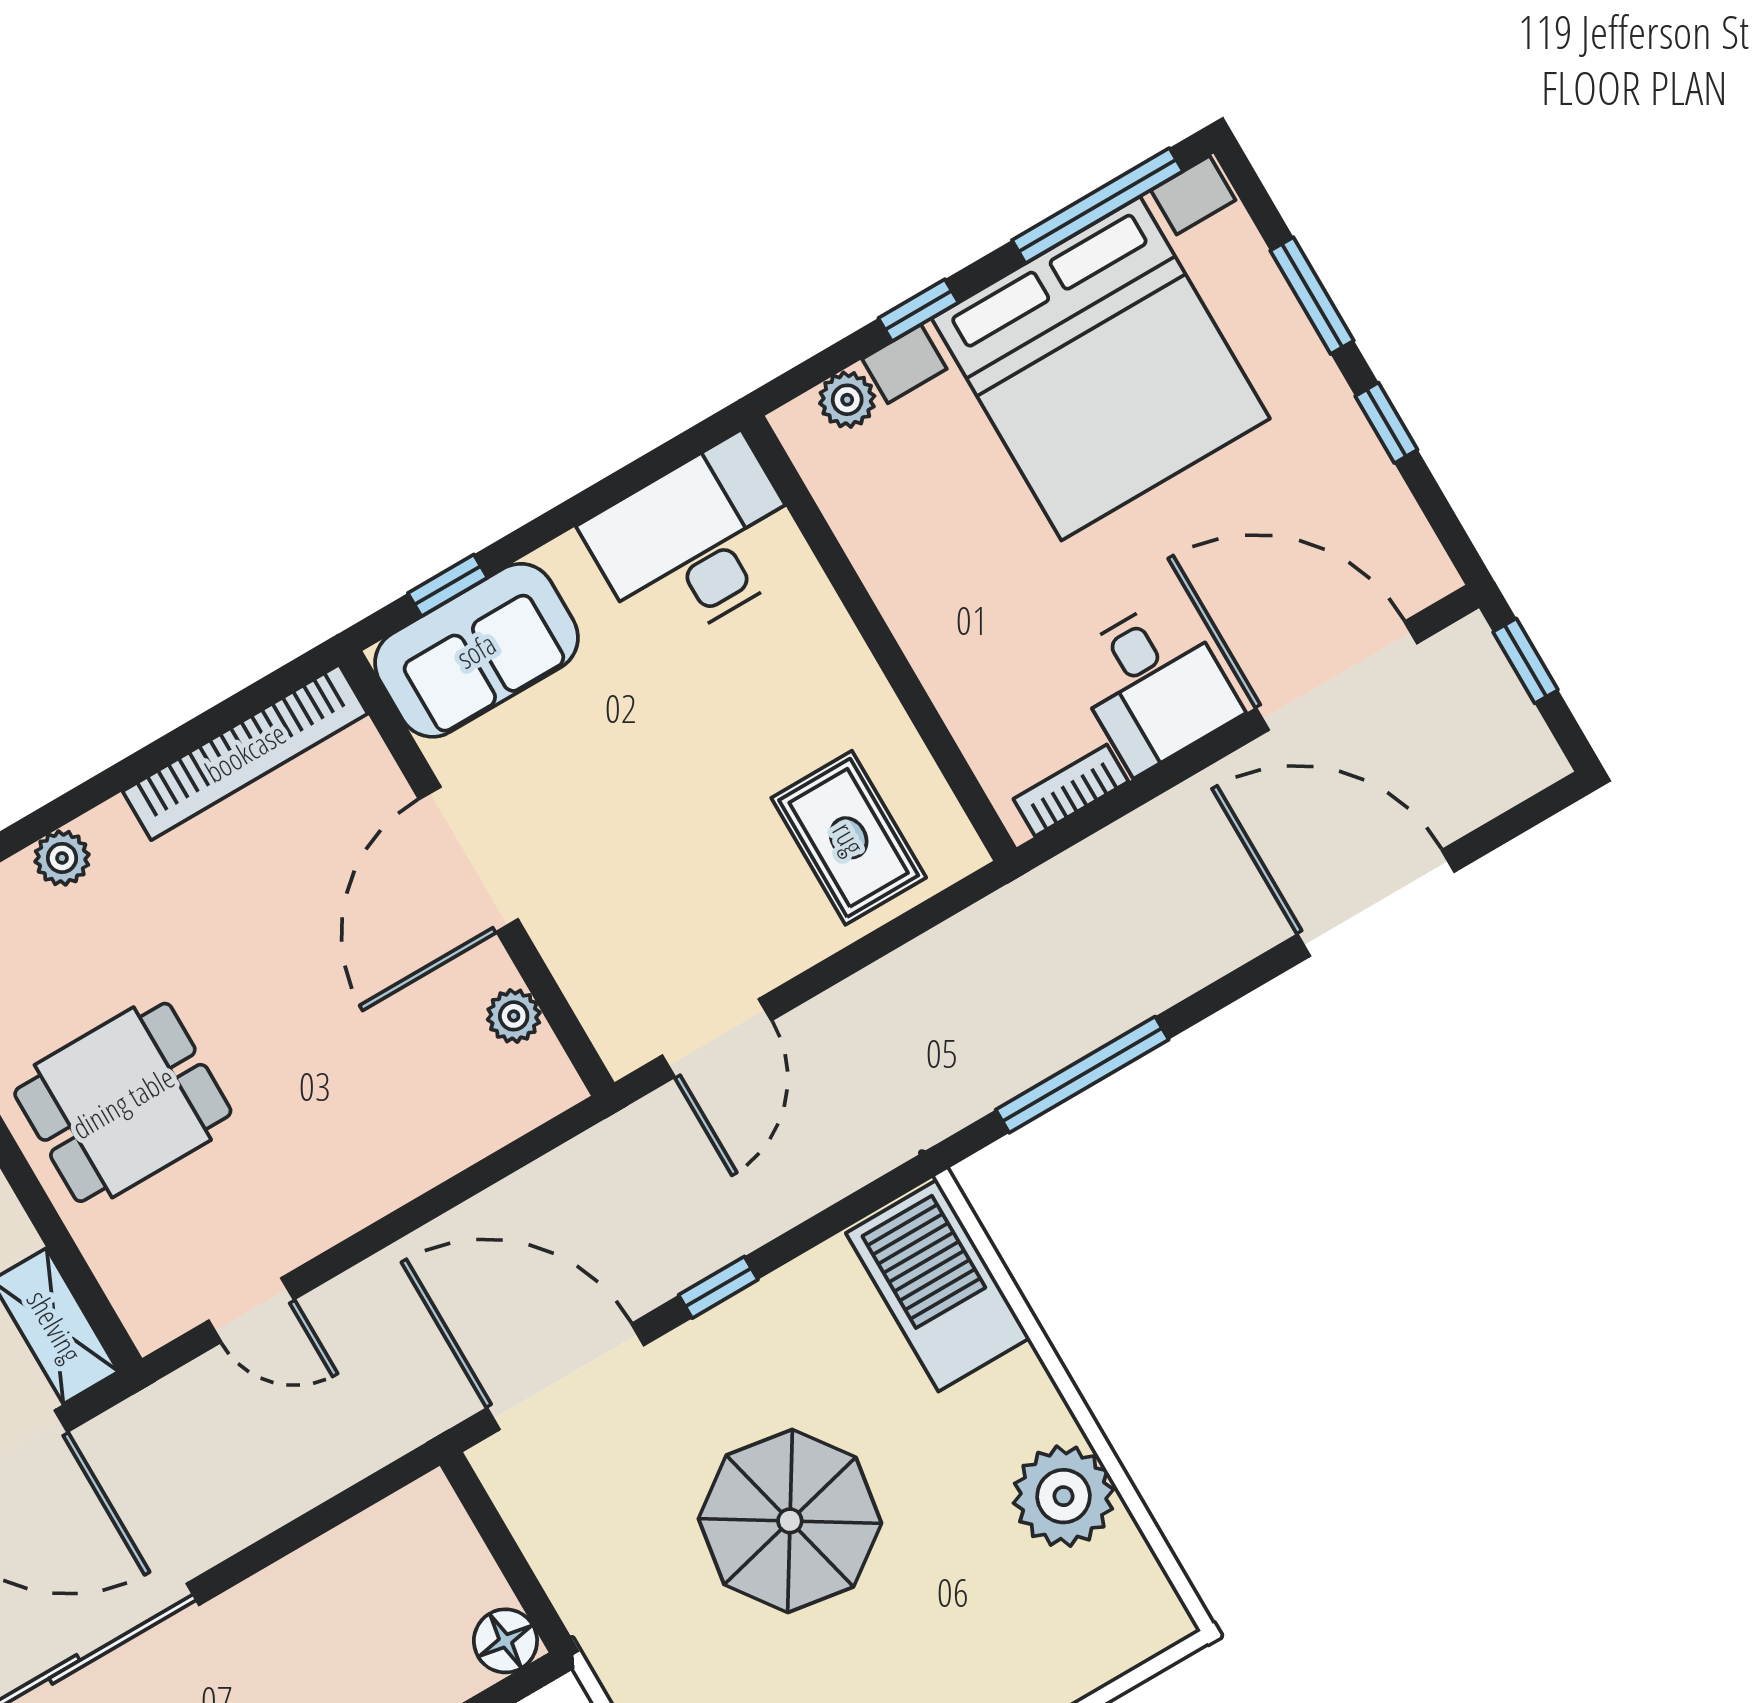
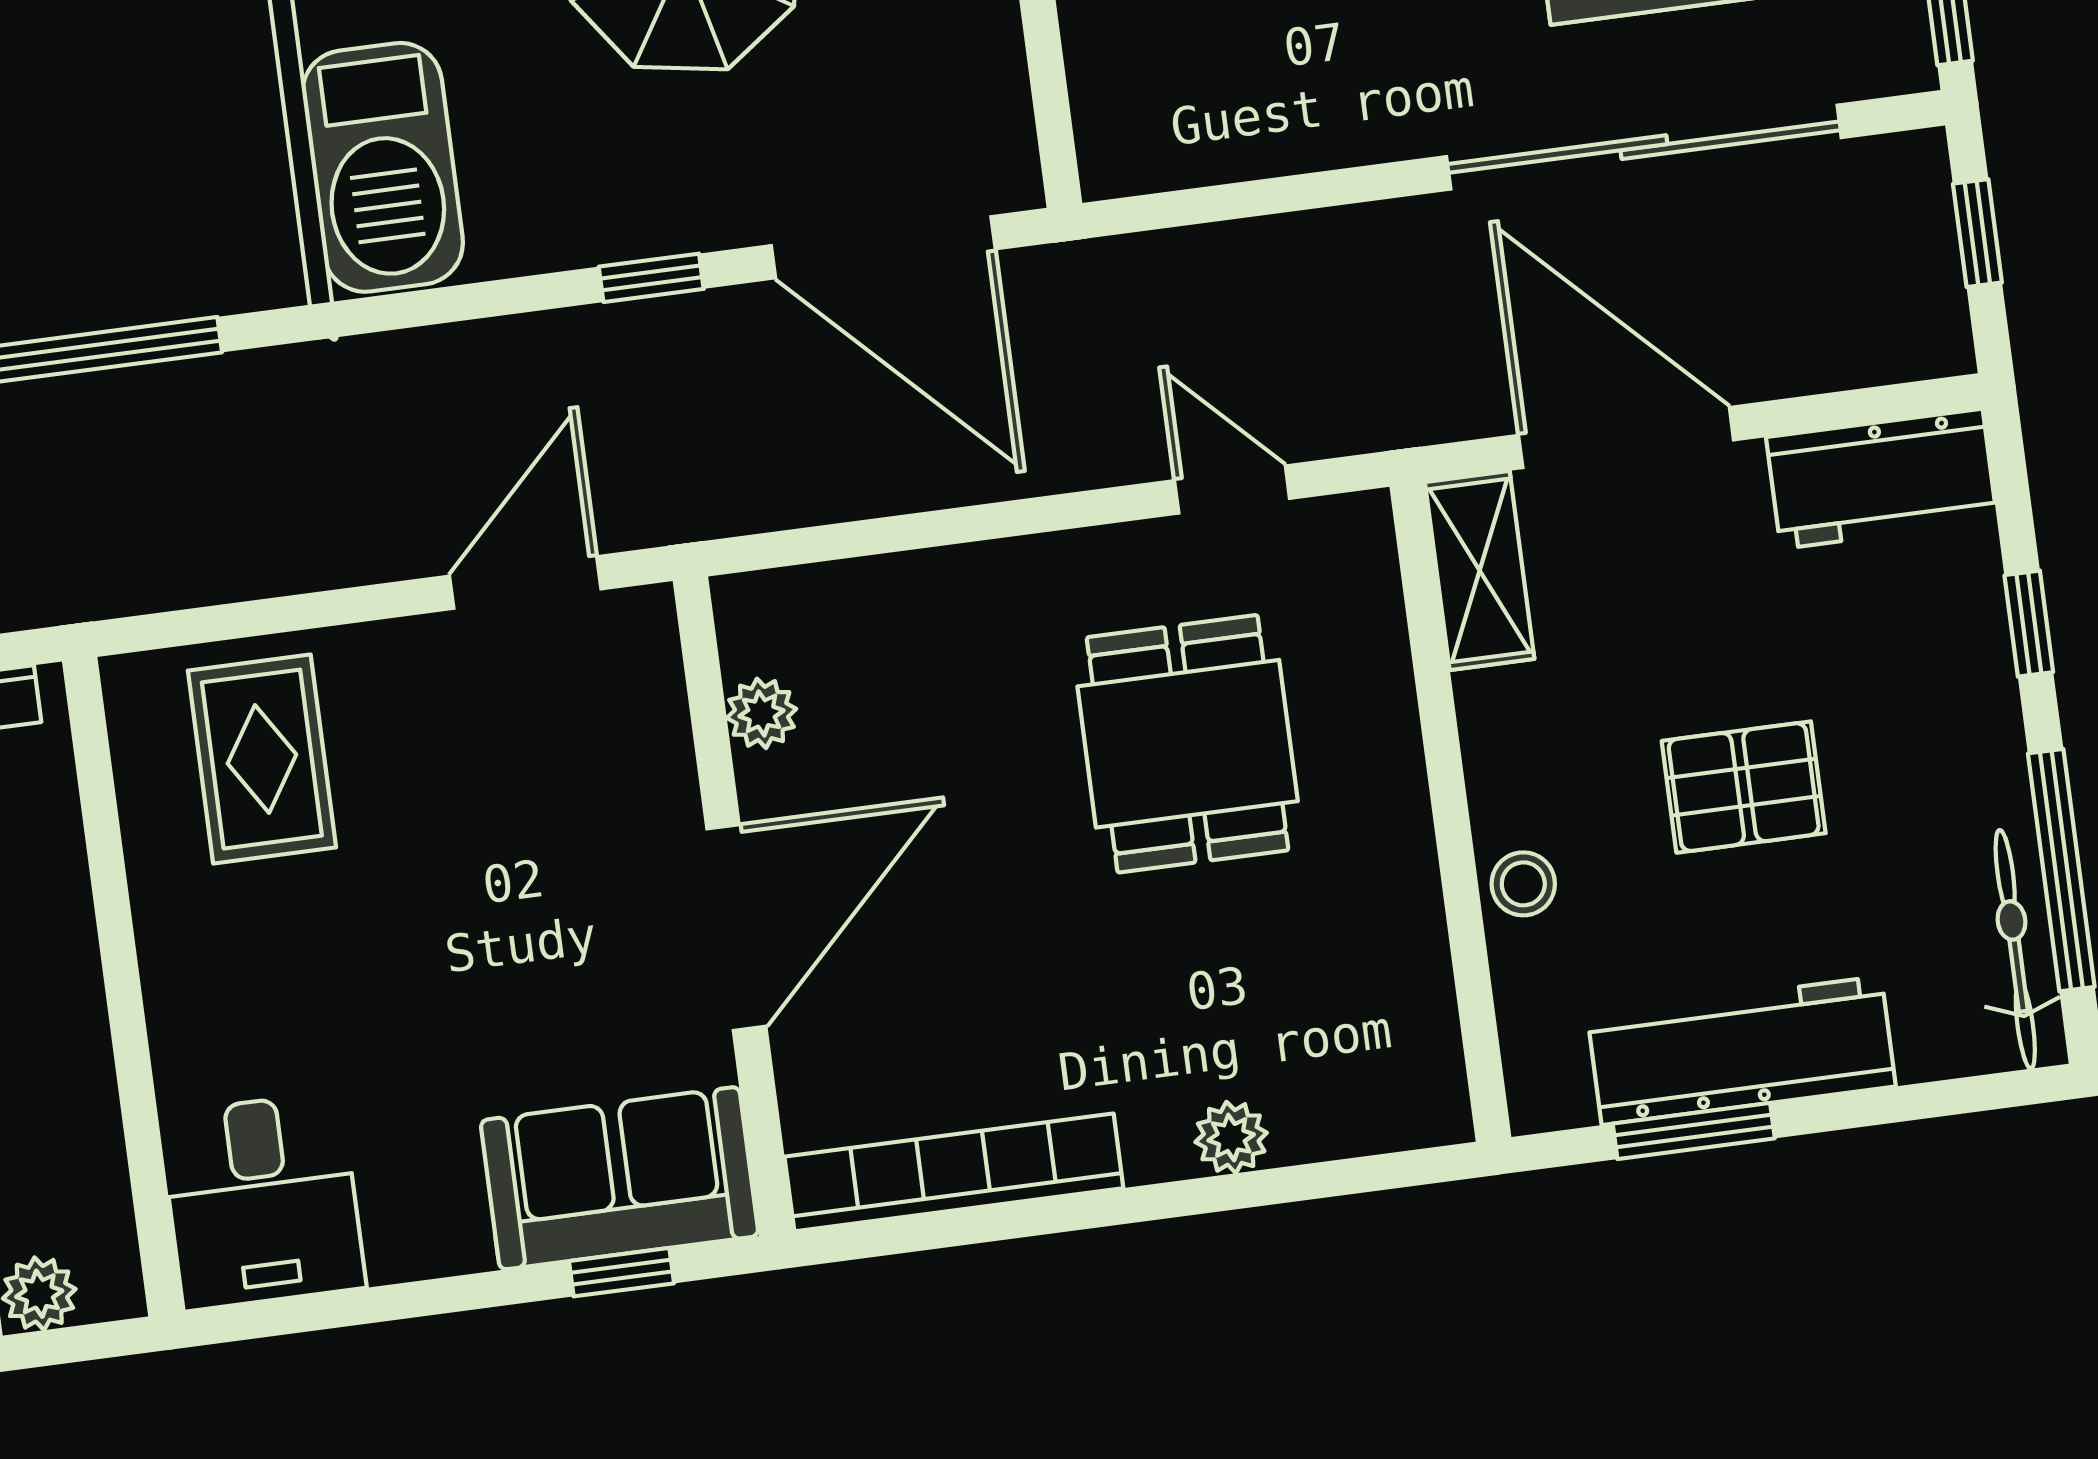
desk: (696, 543) -> (262, 1201), width x0.73
dining table: (123, 1102) -> (1188, 744), moved, turned 90

